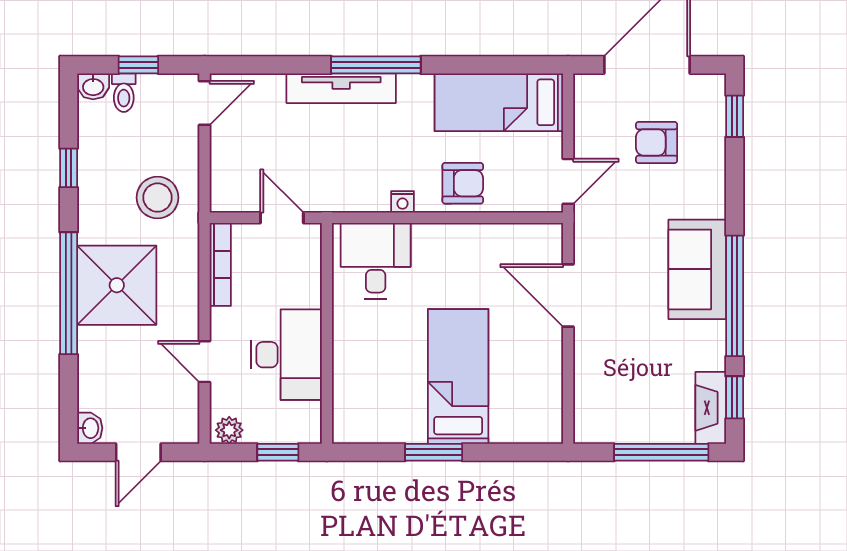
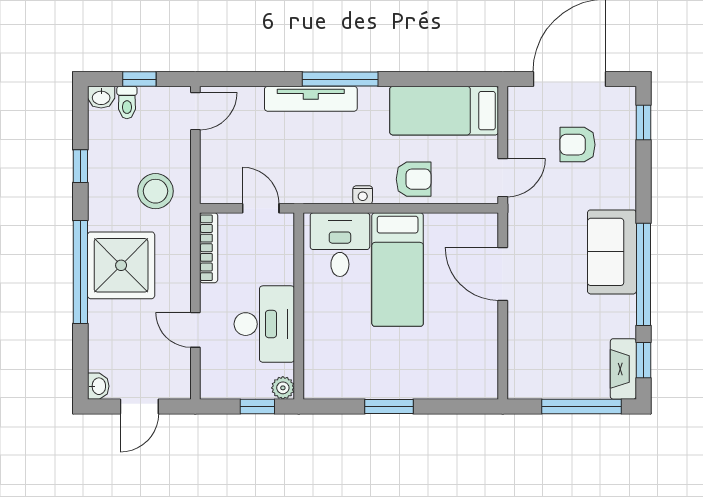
bed: (458, 376) -> (398, 270), moved, turned 180
plant: (229, 430) -> (283, 388), moved

